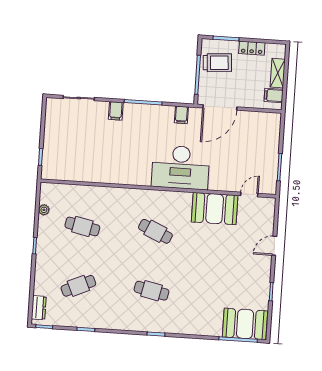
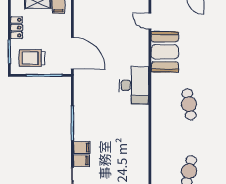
trolley: (217, 63) -> (32, 58), turned -86
filing cabinet: (181, 115) -> (82, 161), moved
desk: (181, 167) -> (134, 85), width x0.73, depth x0.77
cafe table: (155, 231) -> (189, 104), turned -33

